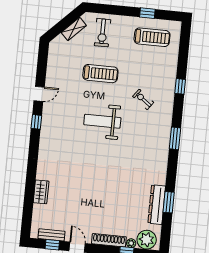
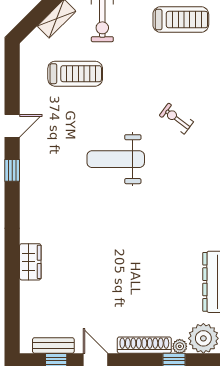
treadmill: (100, 74) -> (75, 74), moved
wardrobe: (41, 192) -> (30, 262), moved

